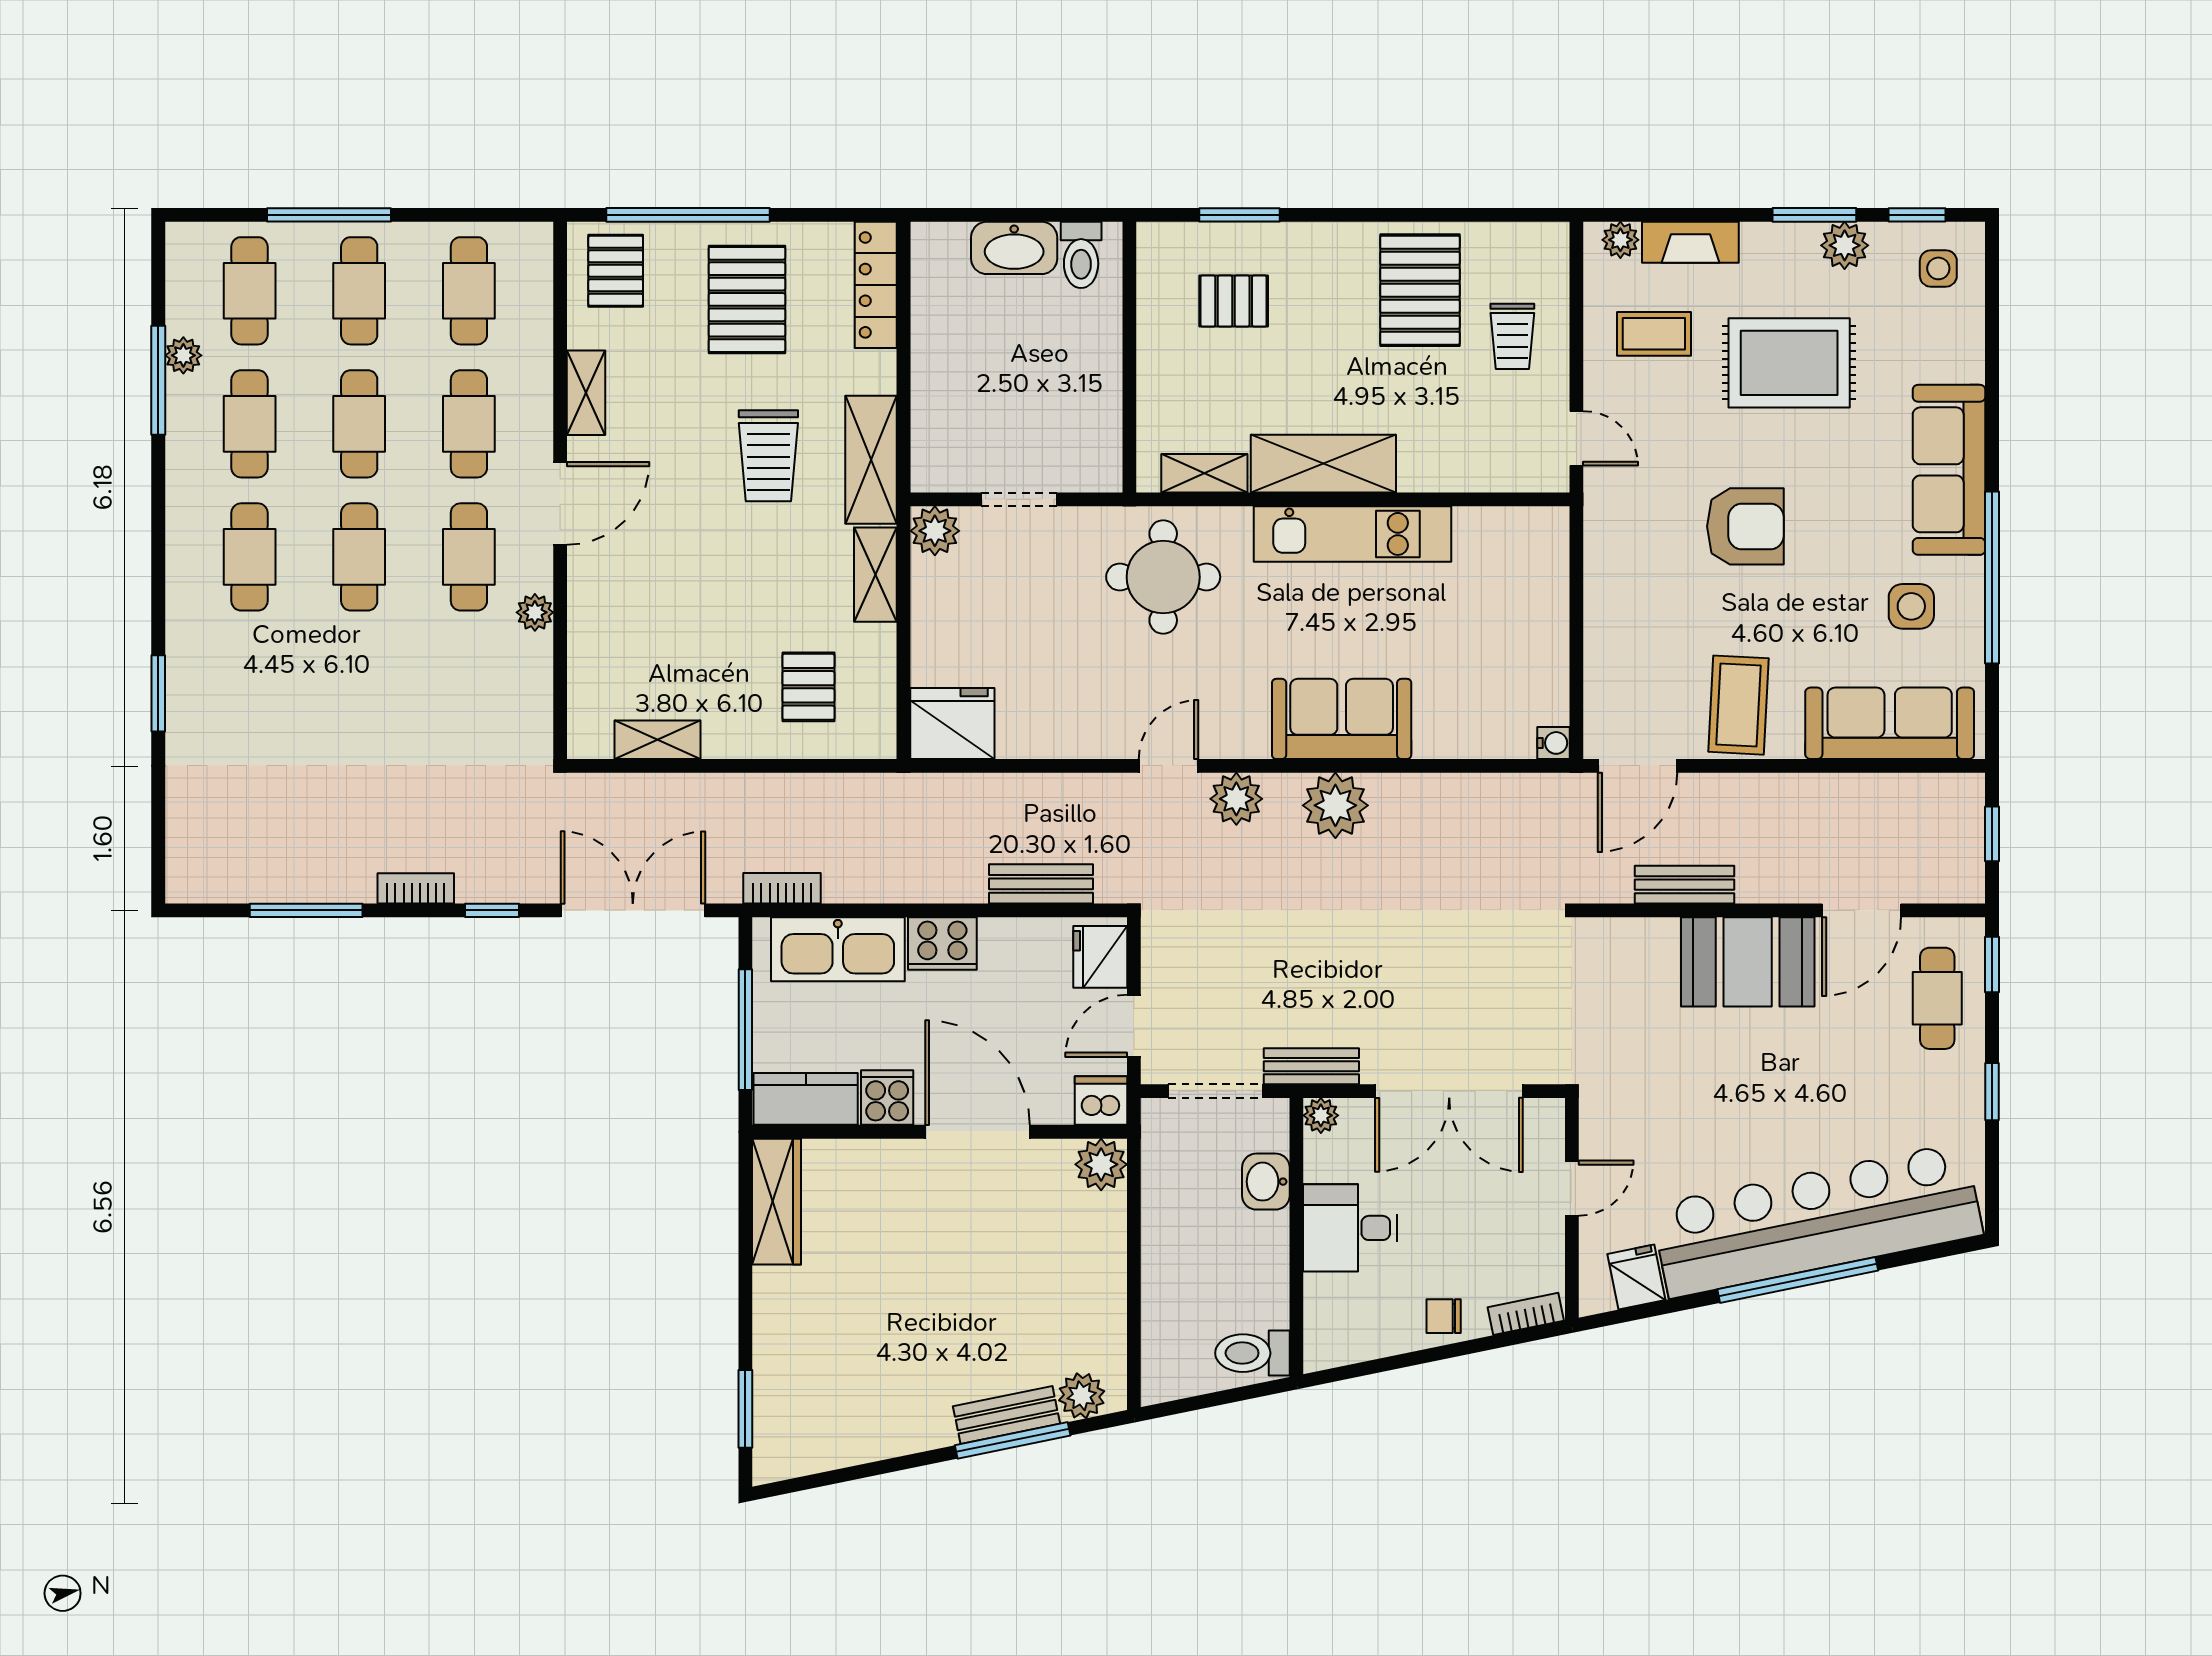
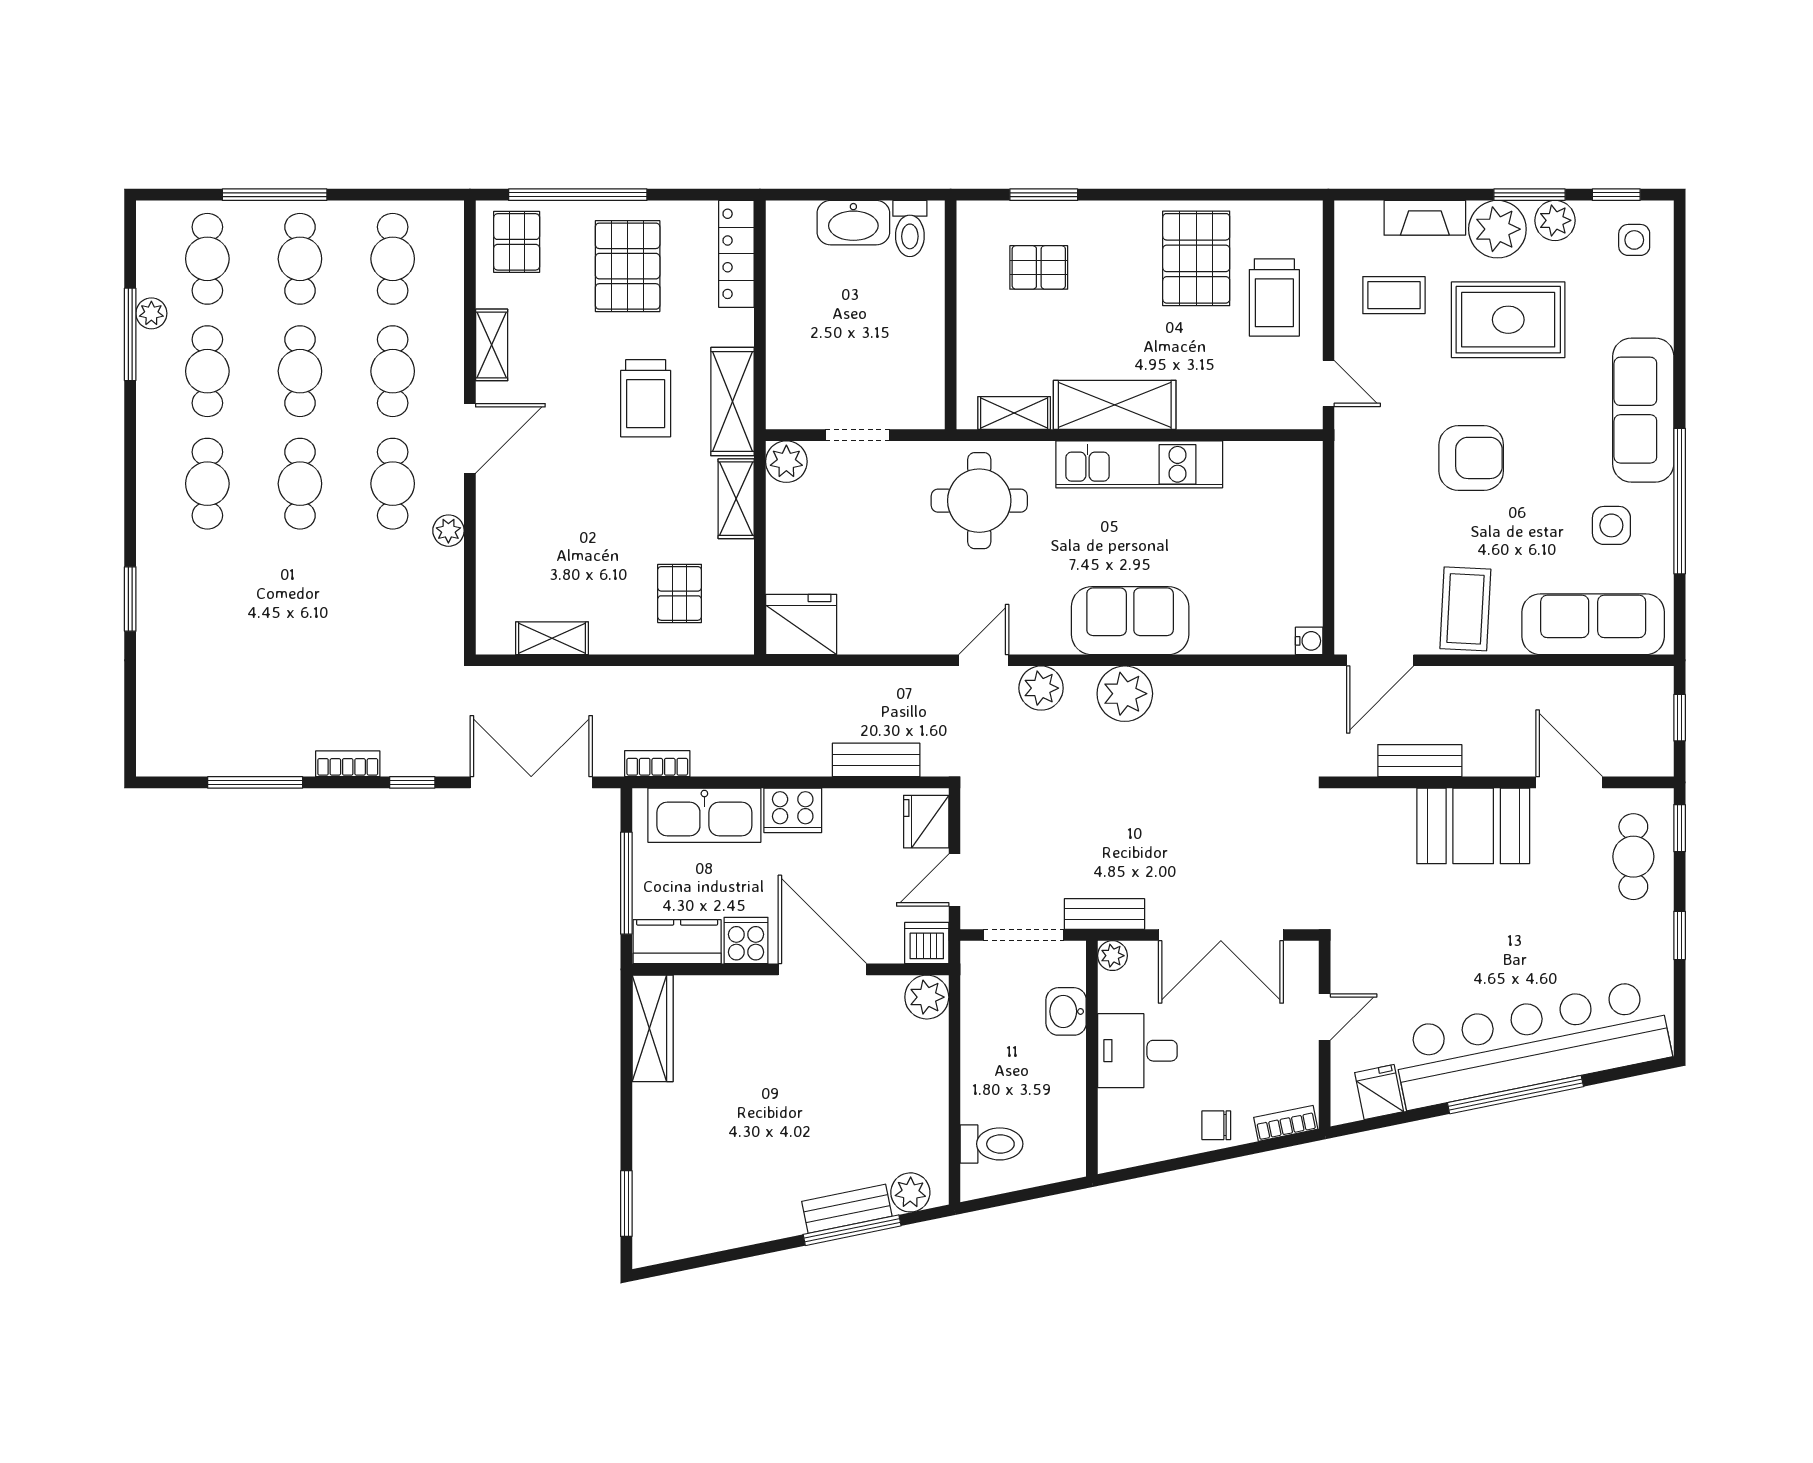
plant: (1620, 240) -> (1497, 229), moved, width x1.88, depth x1.88
trolley: (1512, 336) -> (1274, 297), width x1.36, depth x1.39
door: (1862, 910) -> (1569, 782), swing flipped
toilet: (1252, 1353) -> (992, 1144), moved, turned 180

